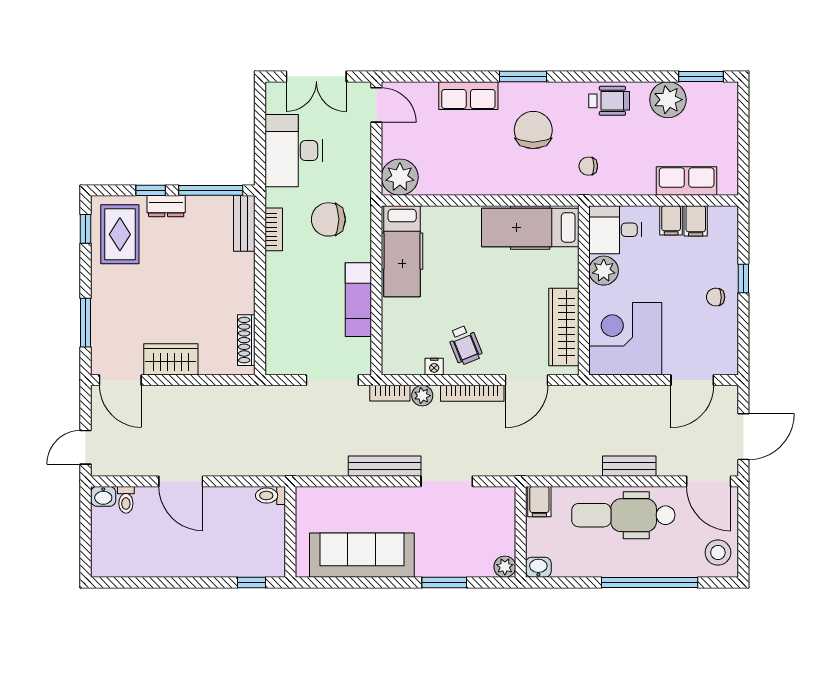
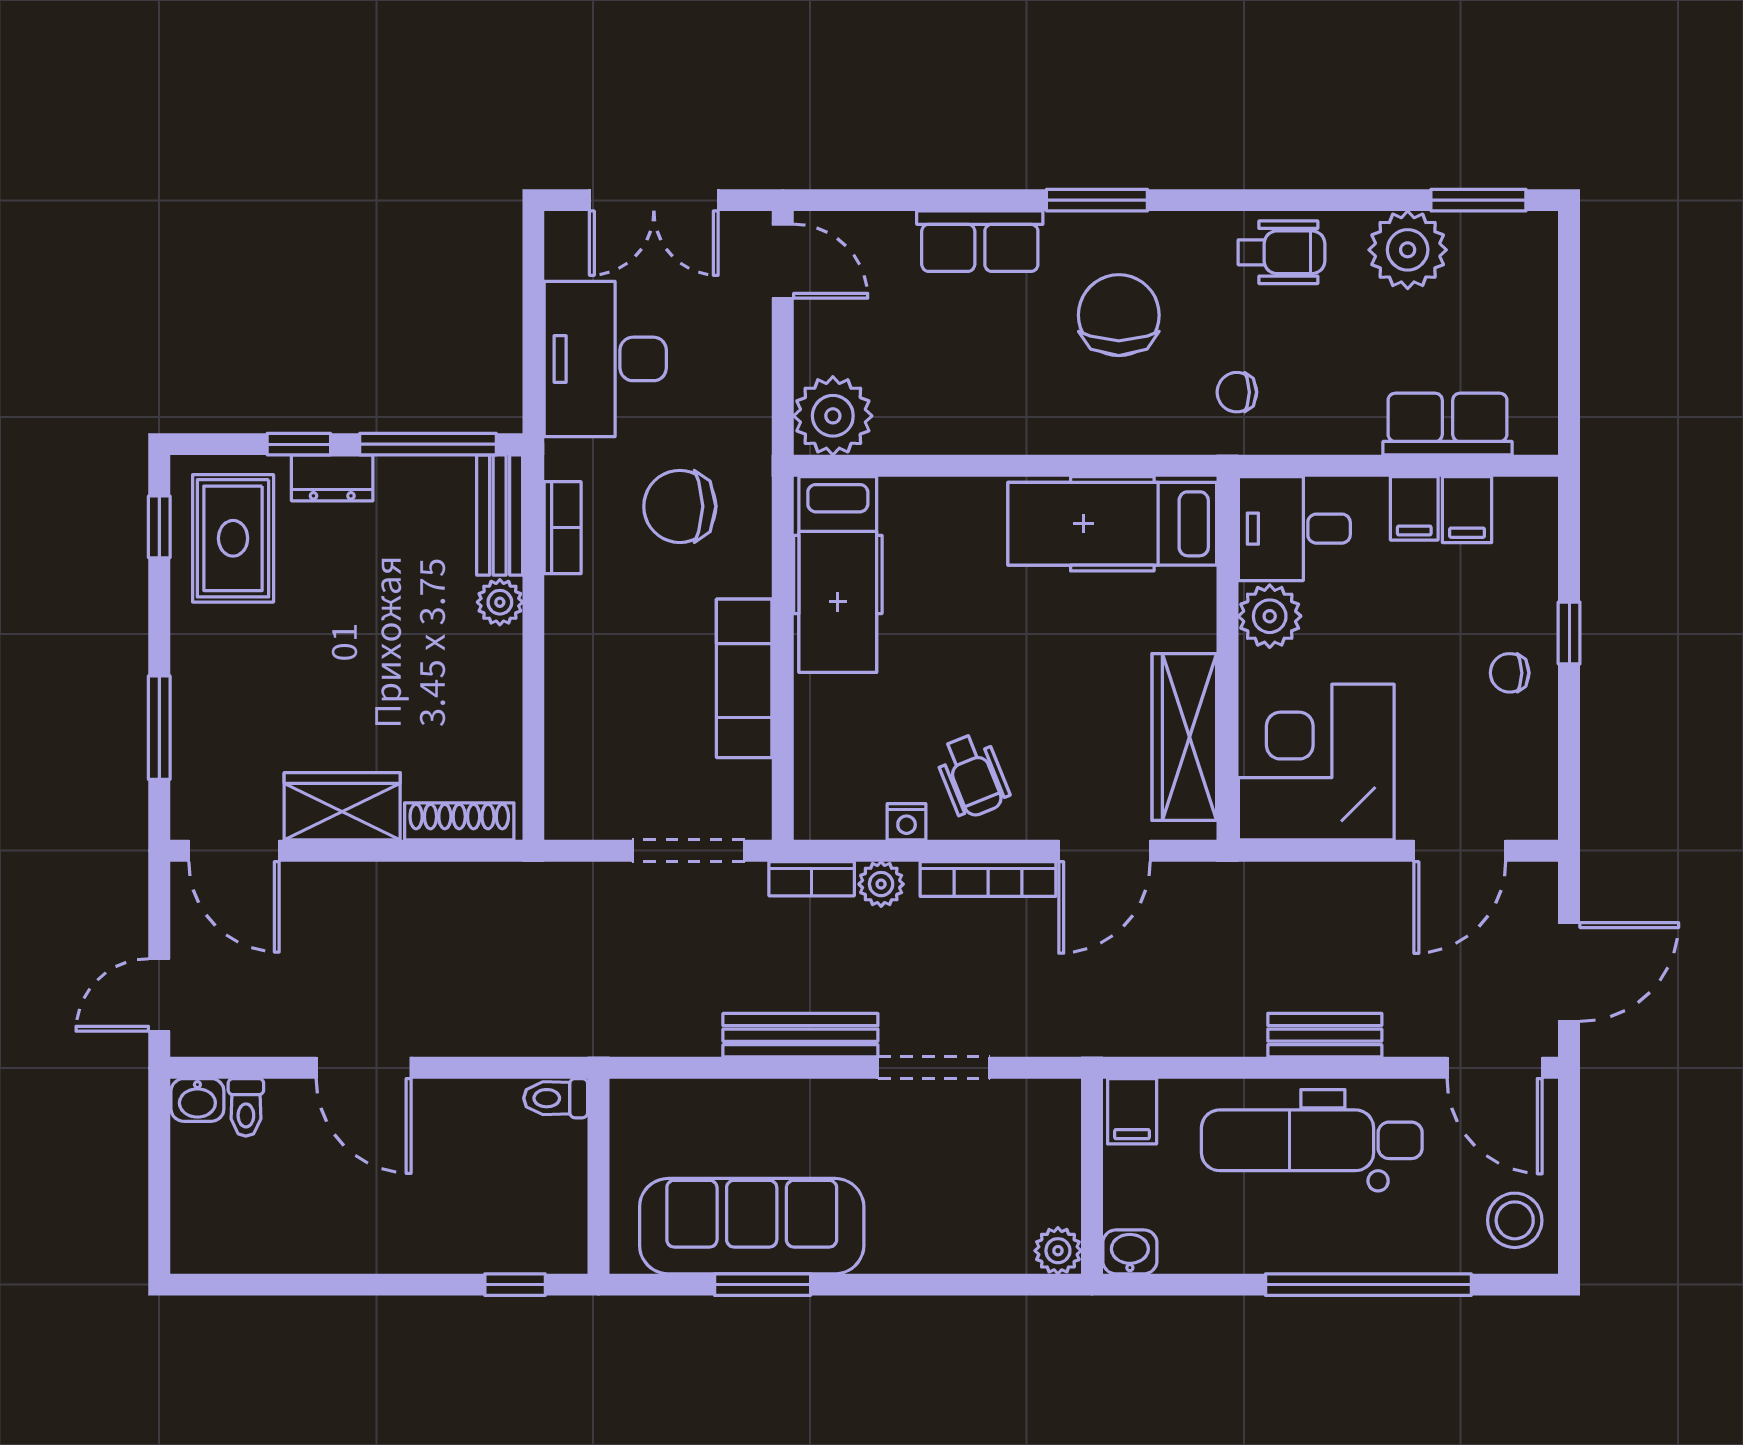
plant: (244, 264) -> (500, 602), added
shoe rack: (246, 340) -> (459, 821), moved, turned 90
window: (444, 583) -> (763, 1285), moved

